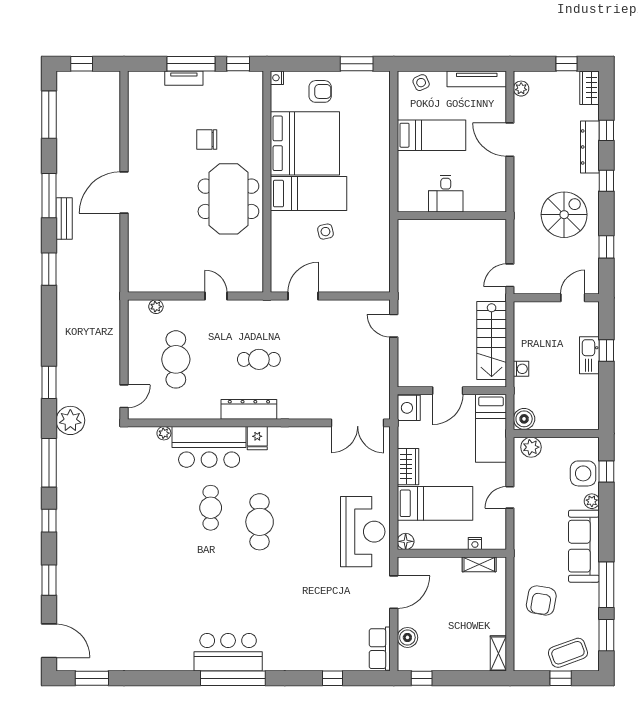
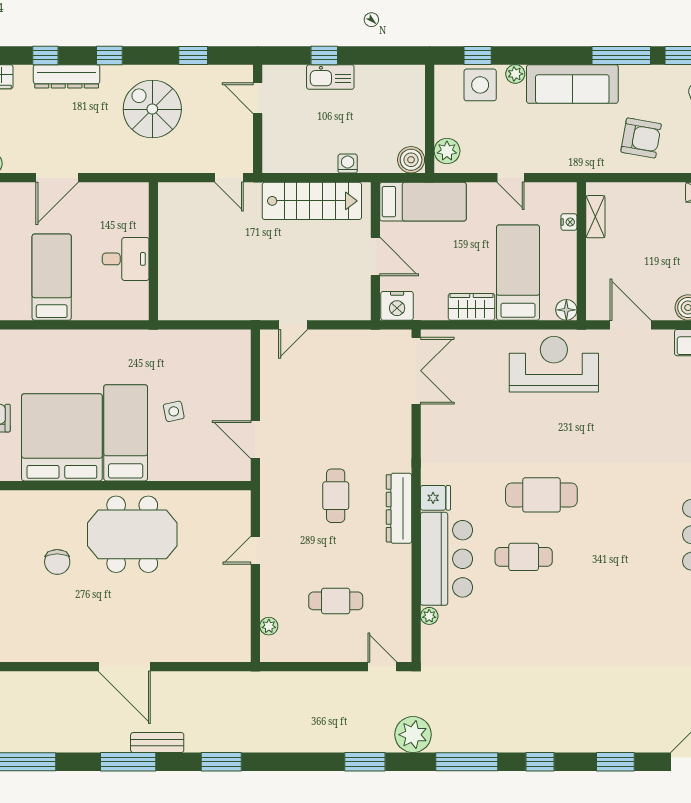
cafe table: (176, 359) -> (336, 601), width x0.73, depth x0.74

